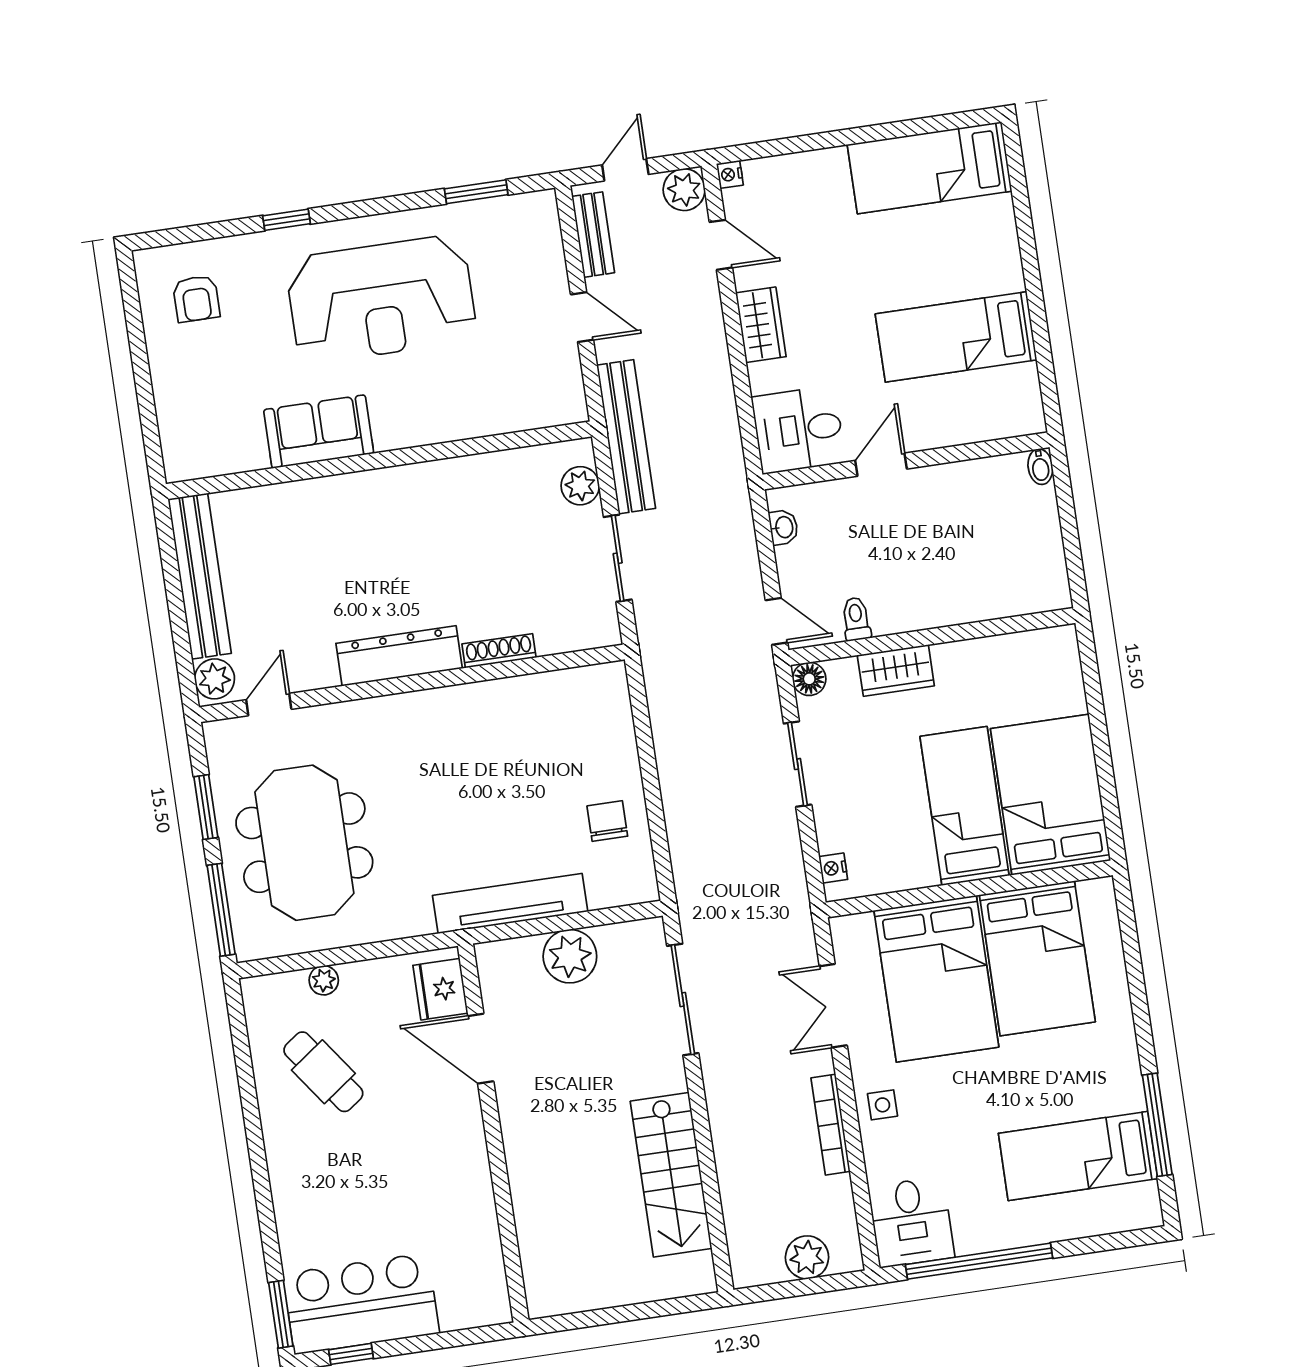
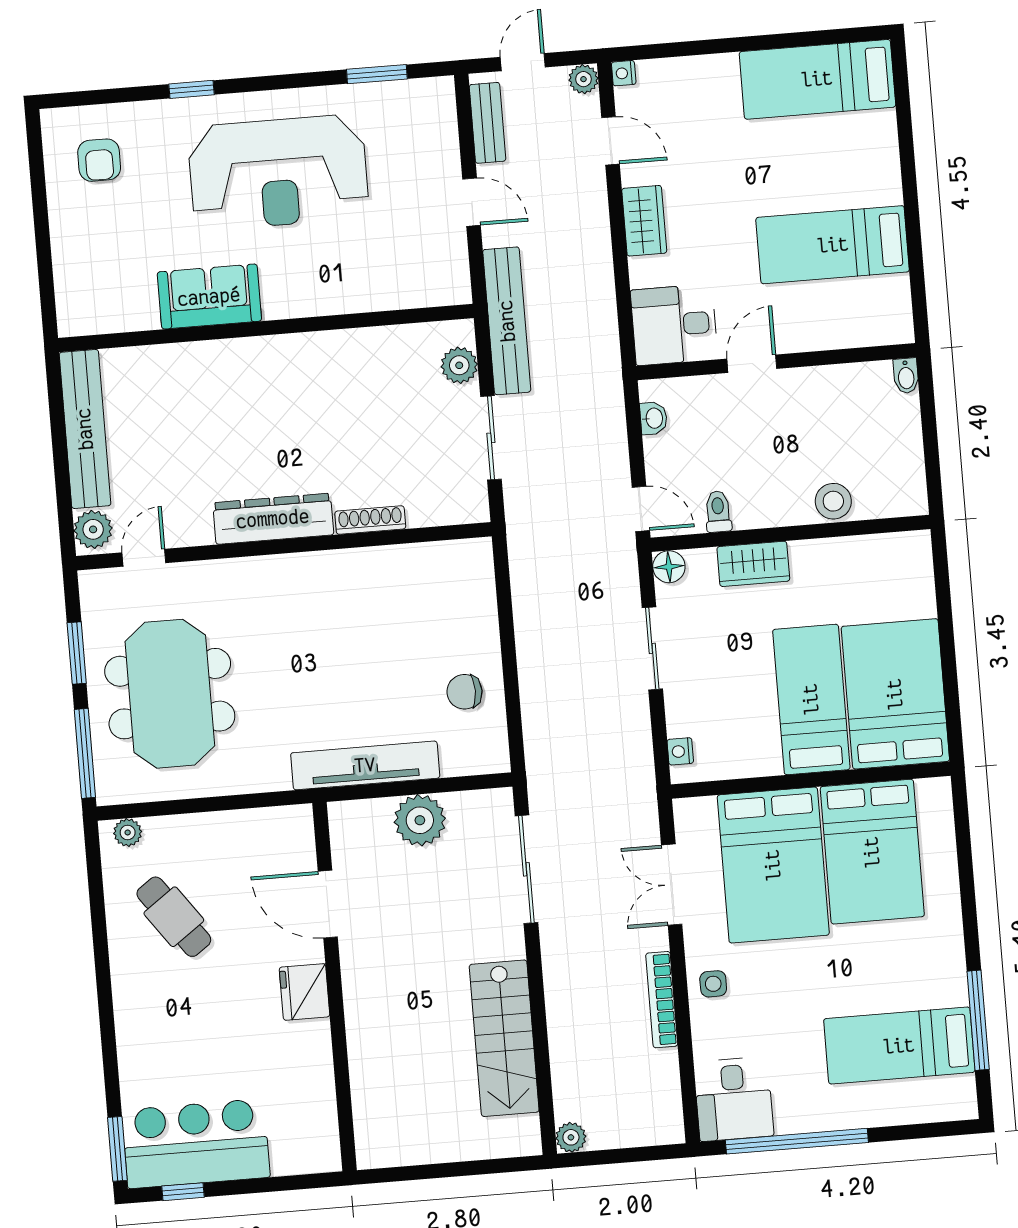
plant: (684, 190) -> (583, 79), width x0.73, depth x0.73
stool: (974, 601) -> (833, 501), added
chair: (607, 821) -> (465, 692), turned -90
plant: (324, 980) -> (128, 832), moved
fridge: (440, 989) -> (305, 992), moved
plant: (807, 1257) -> (571, 1137), moved, width x0.73, depth x0.73

